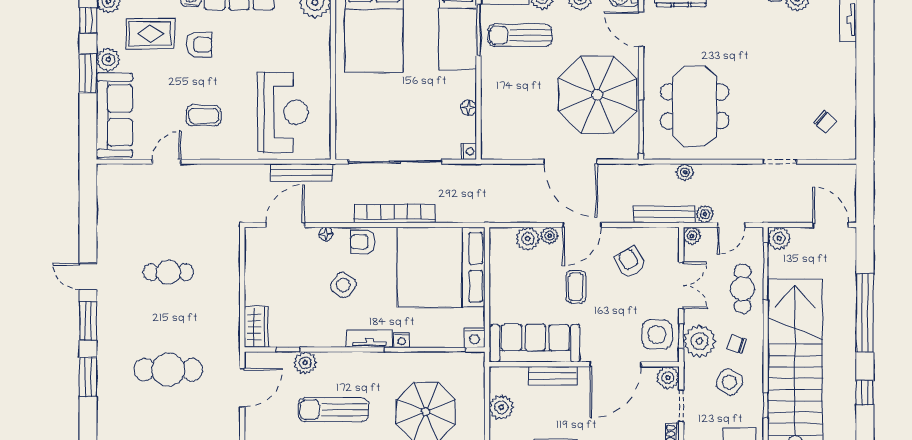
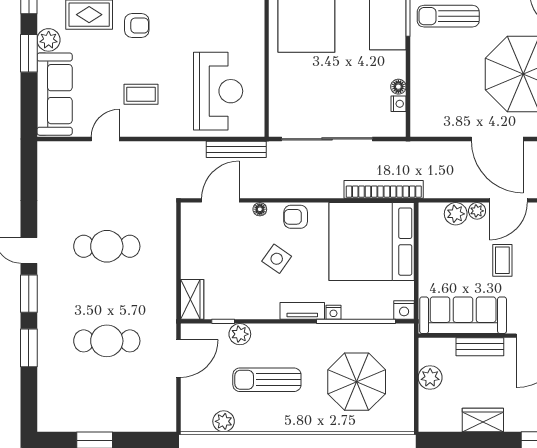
nightstand: (469, 151) -> (399, 104), moved
bookcase: (394, 214) -> (384, 189), moved
cafe table: (168, 272) -> (107, 246), width x1.37, depth x1.35

